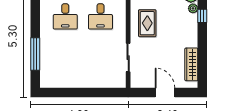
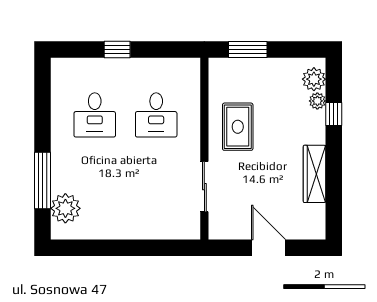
wardrobe: (191, 64) -> (315, 174), moved
plant: (48, 70) -> (65, 208), added

